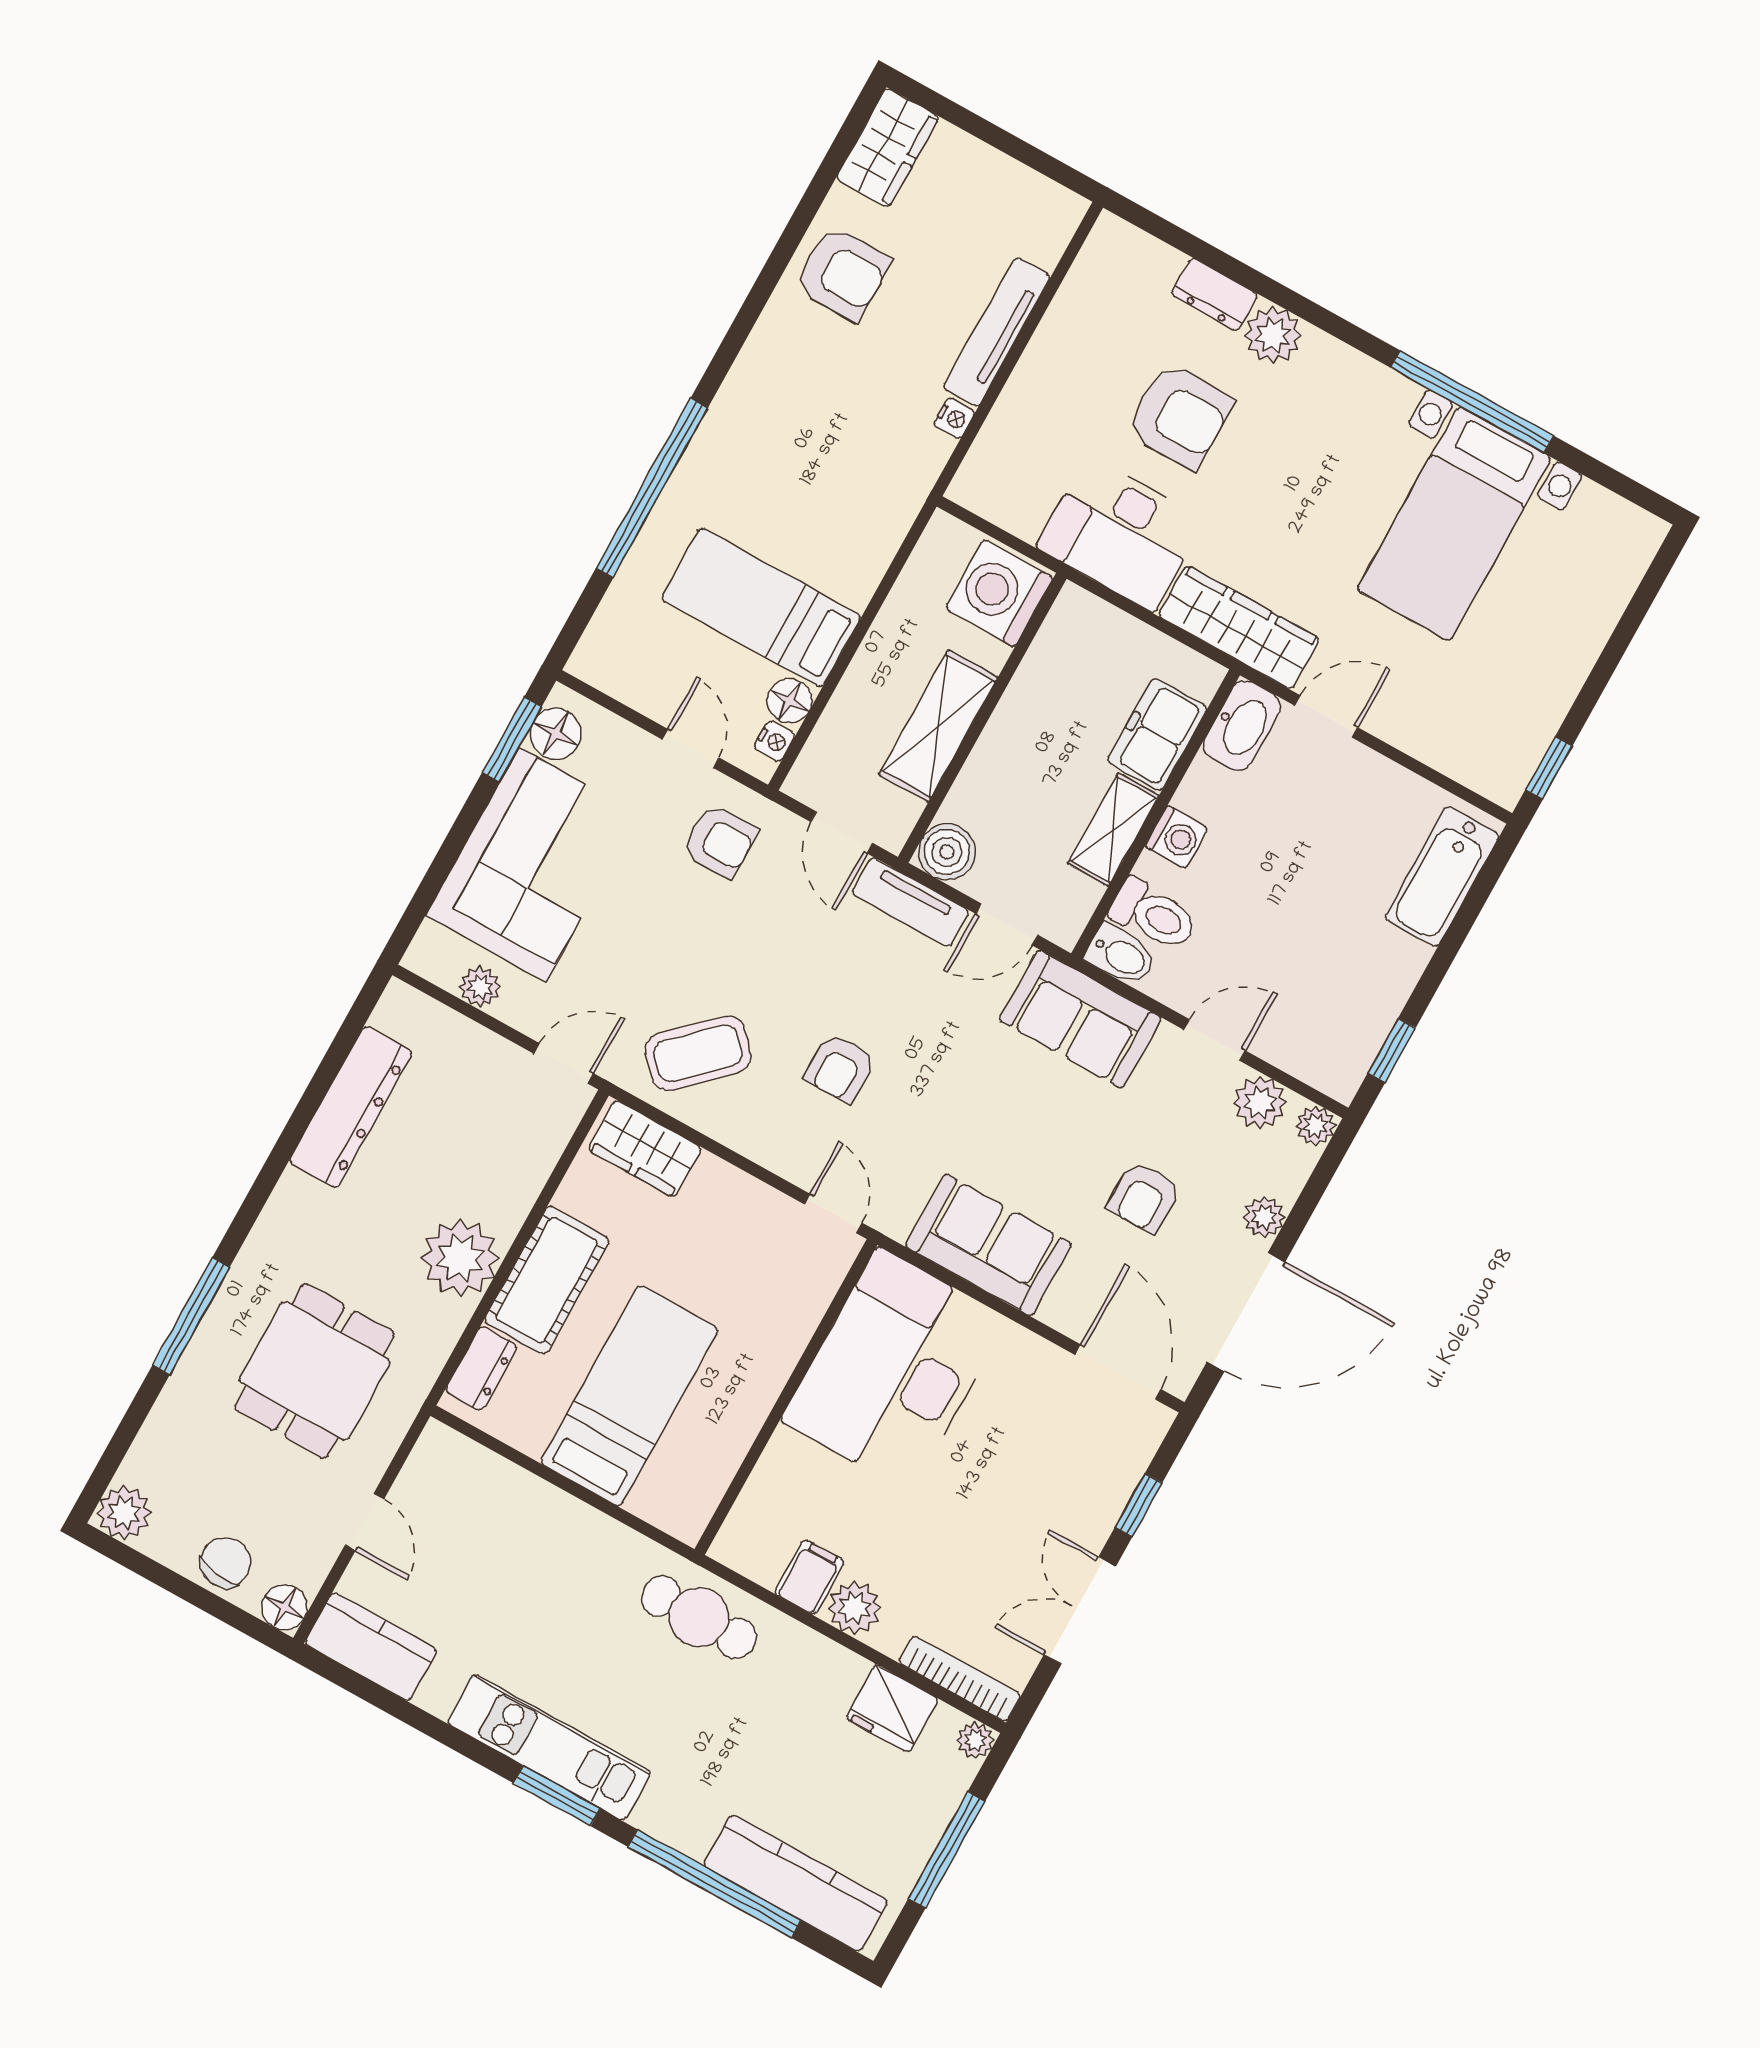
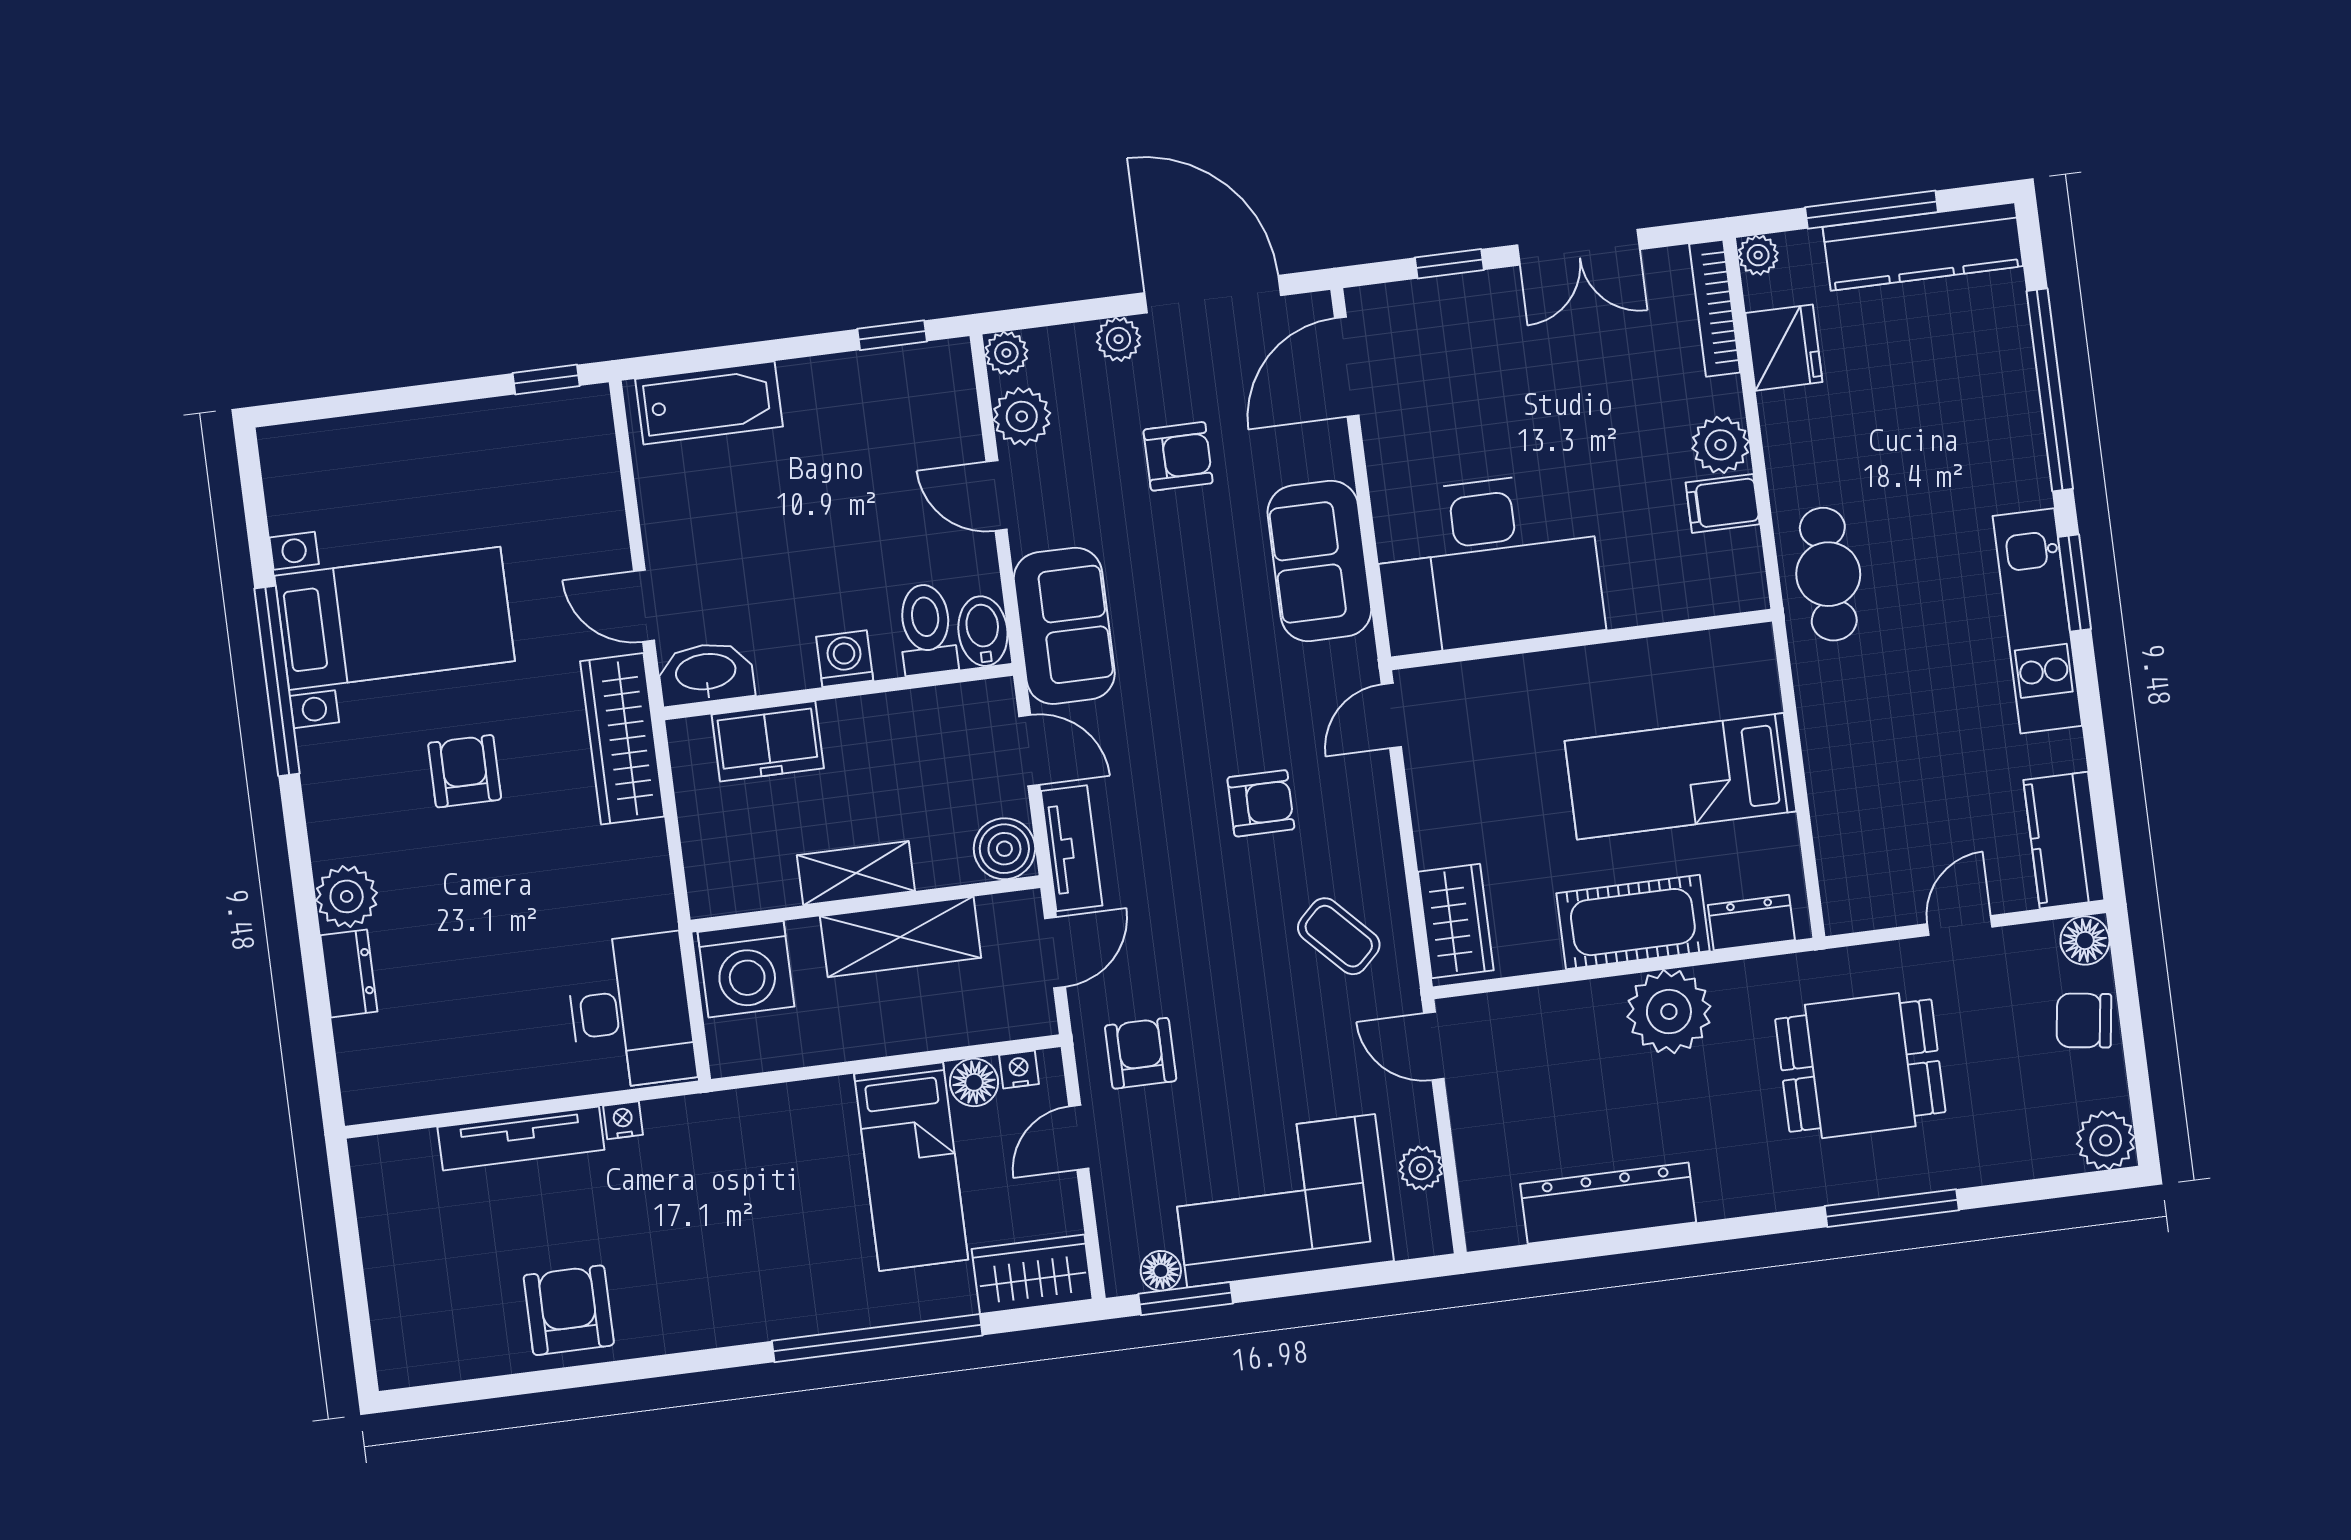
wardrobe: (887, 148) -> (1032, 1274), moved
armchair: (1179, 416) -> (465, 771), moved, width x0.72, depth x0.72
desk: (1121, 534) -> (631, 1011), moved
floor lamp: (556, 734) -> (1161, 1271), width x0.73, depth x0.73
shelving: (1113, 830) -> (856, 873), moved
coffee table: (698, 1053) -> (1339, 936), width x0.73, depth x0.77
kitchen counter: (796, 1883) -> (1923, 246), moved, turned -90

